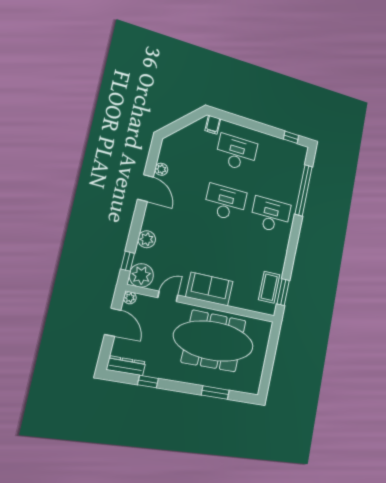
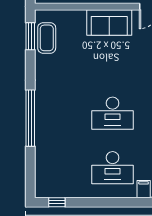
window: (304, 190) -> (30, 118), moved
desk: (271, 215) -> (62, 113), removed

